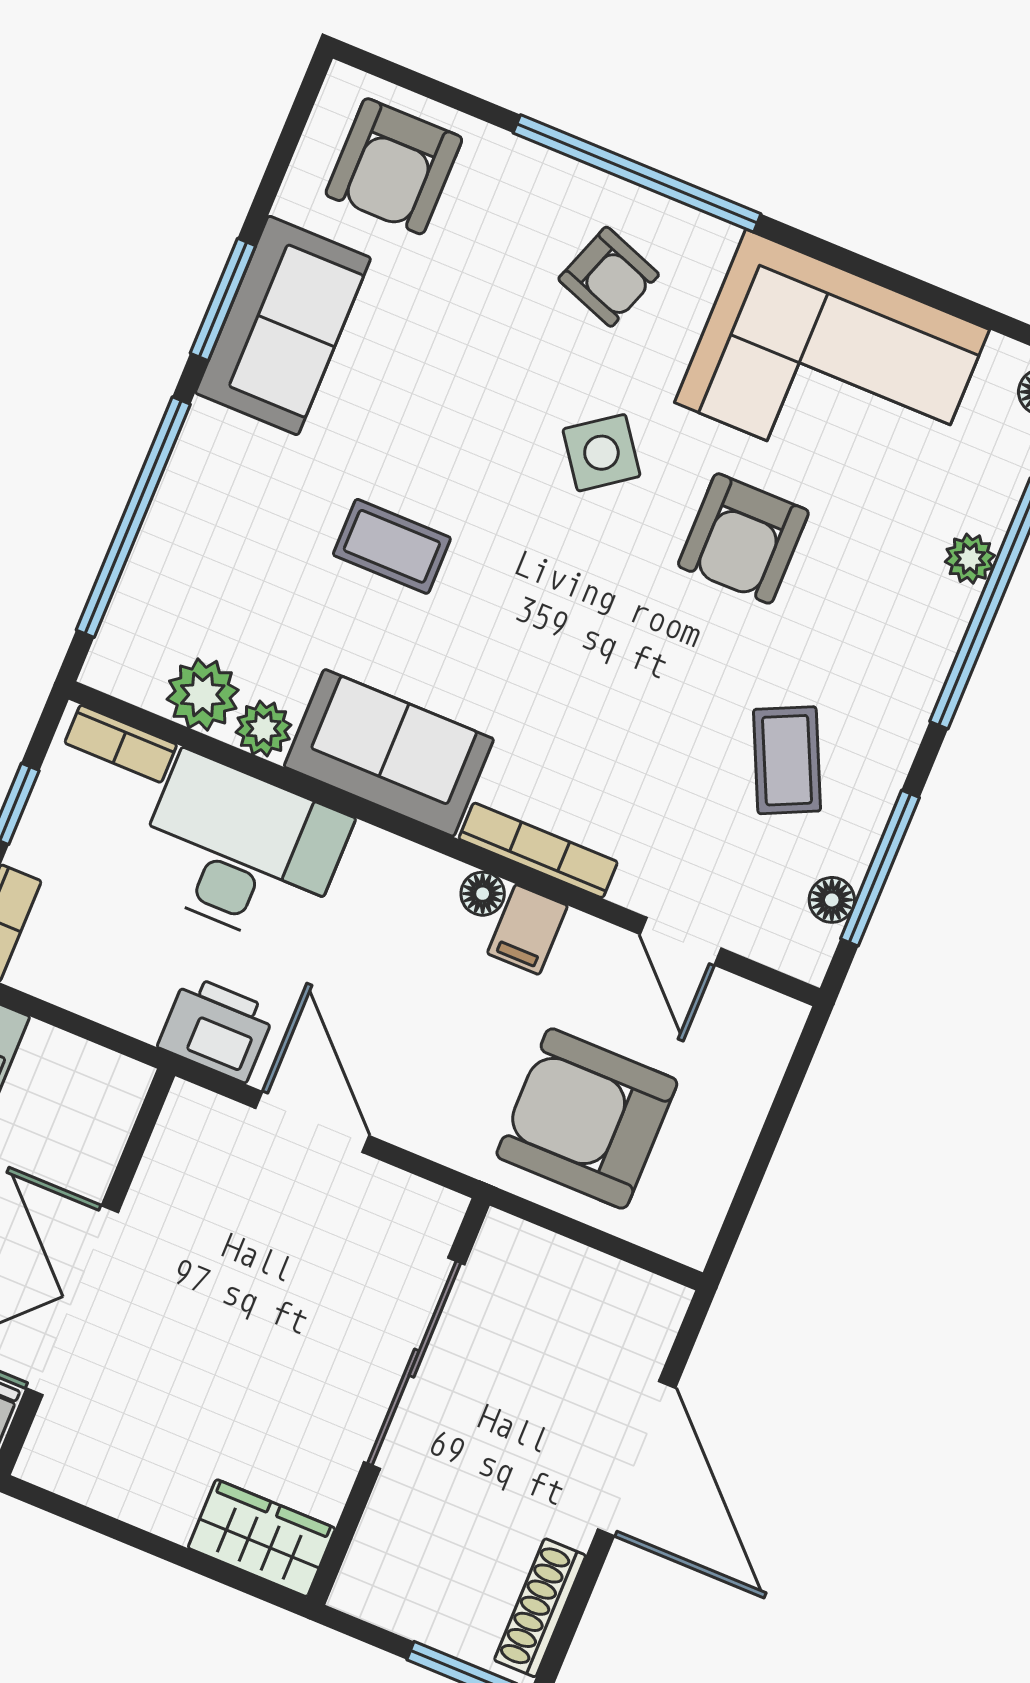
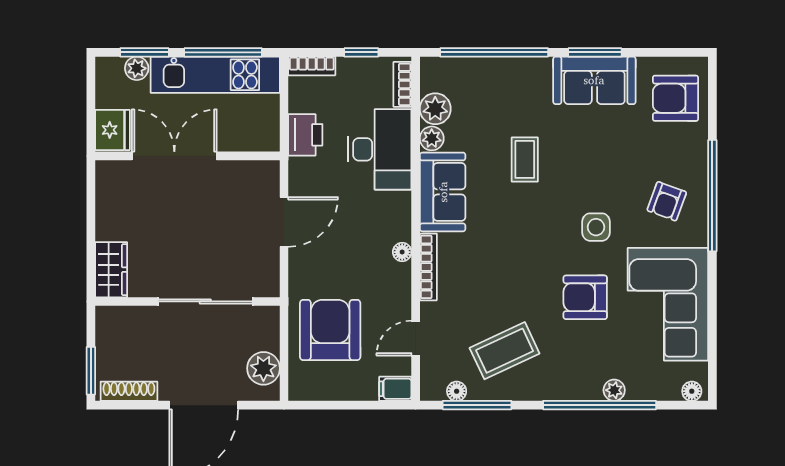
side table: (601, 453) -> (596, 227), turned 36
coffee table: (787, 760) -> (505, 351), width x1.36, depth x1.30
filing cabinet: (527, 929) -> (395, 389), moved
printer: (216, 1029) -> (305, 135), moved
plant: (611, 1297) -> (263, 368), added

